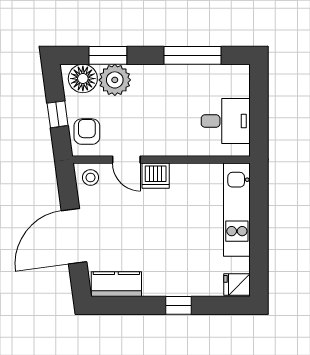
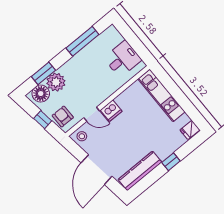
kitchen counter: (116, 284) -> (140, 171), width x1.50

